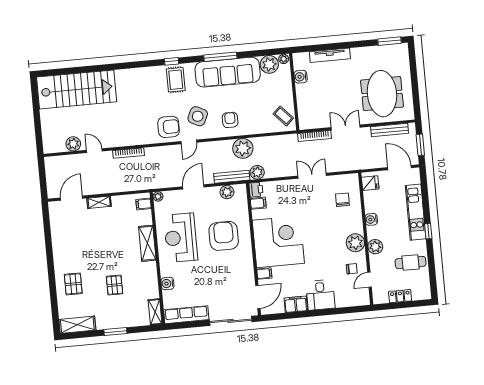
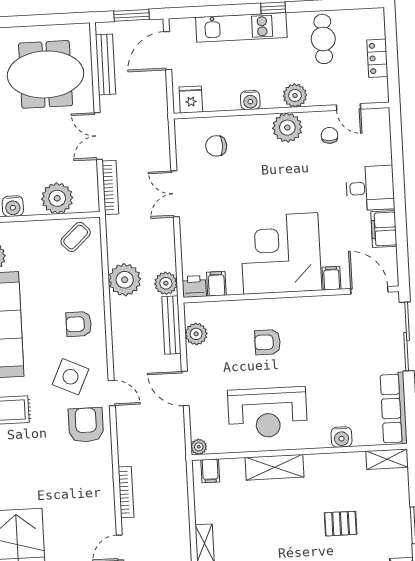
plant: (307, 104) -> (57, 198), added
plant: (243, 148) -> (125, 280), moved
armchair: (224, 236) -> (268, 342), width x0.53, depth x0.53

